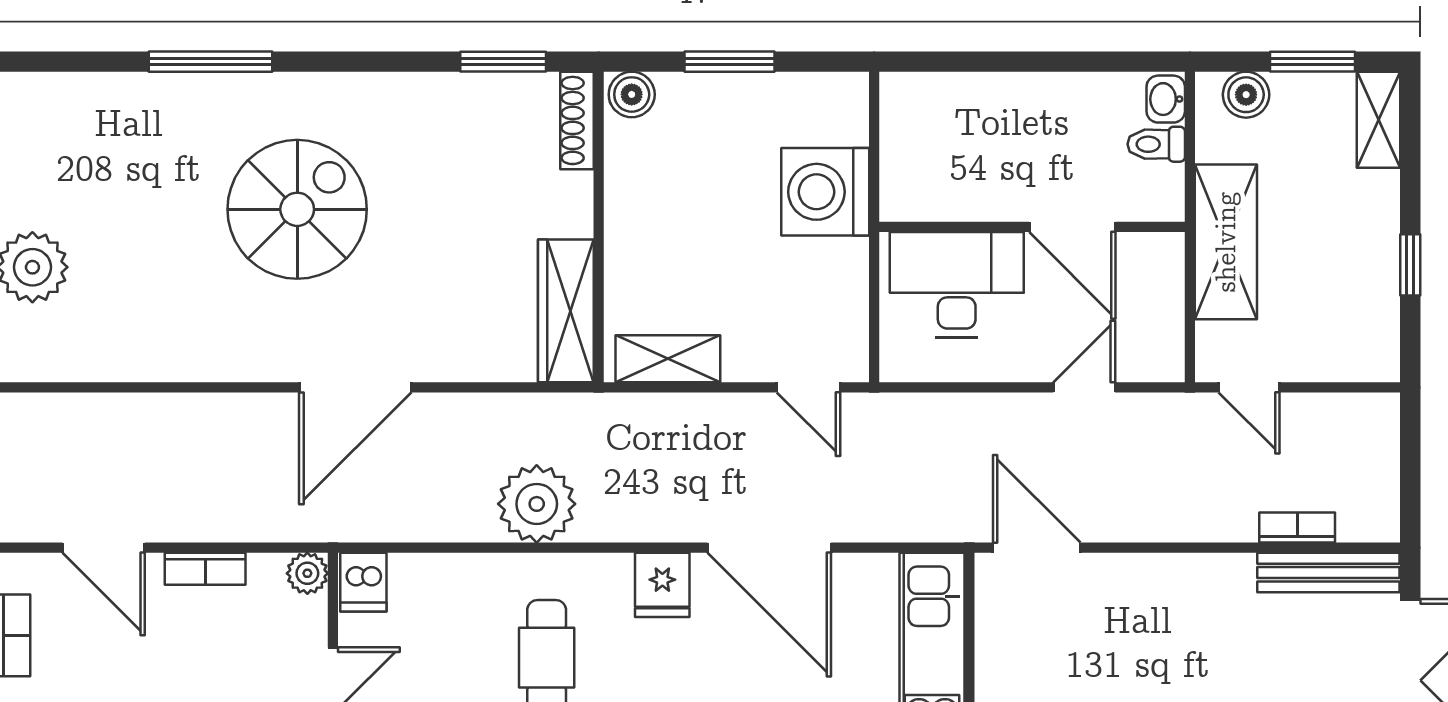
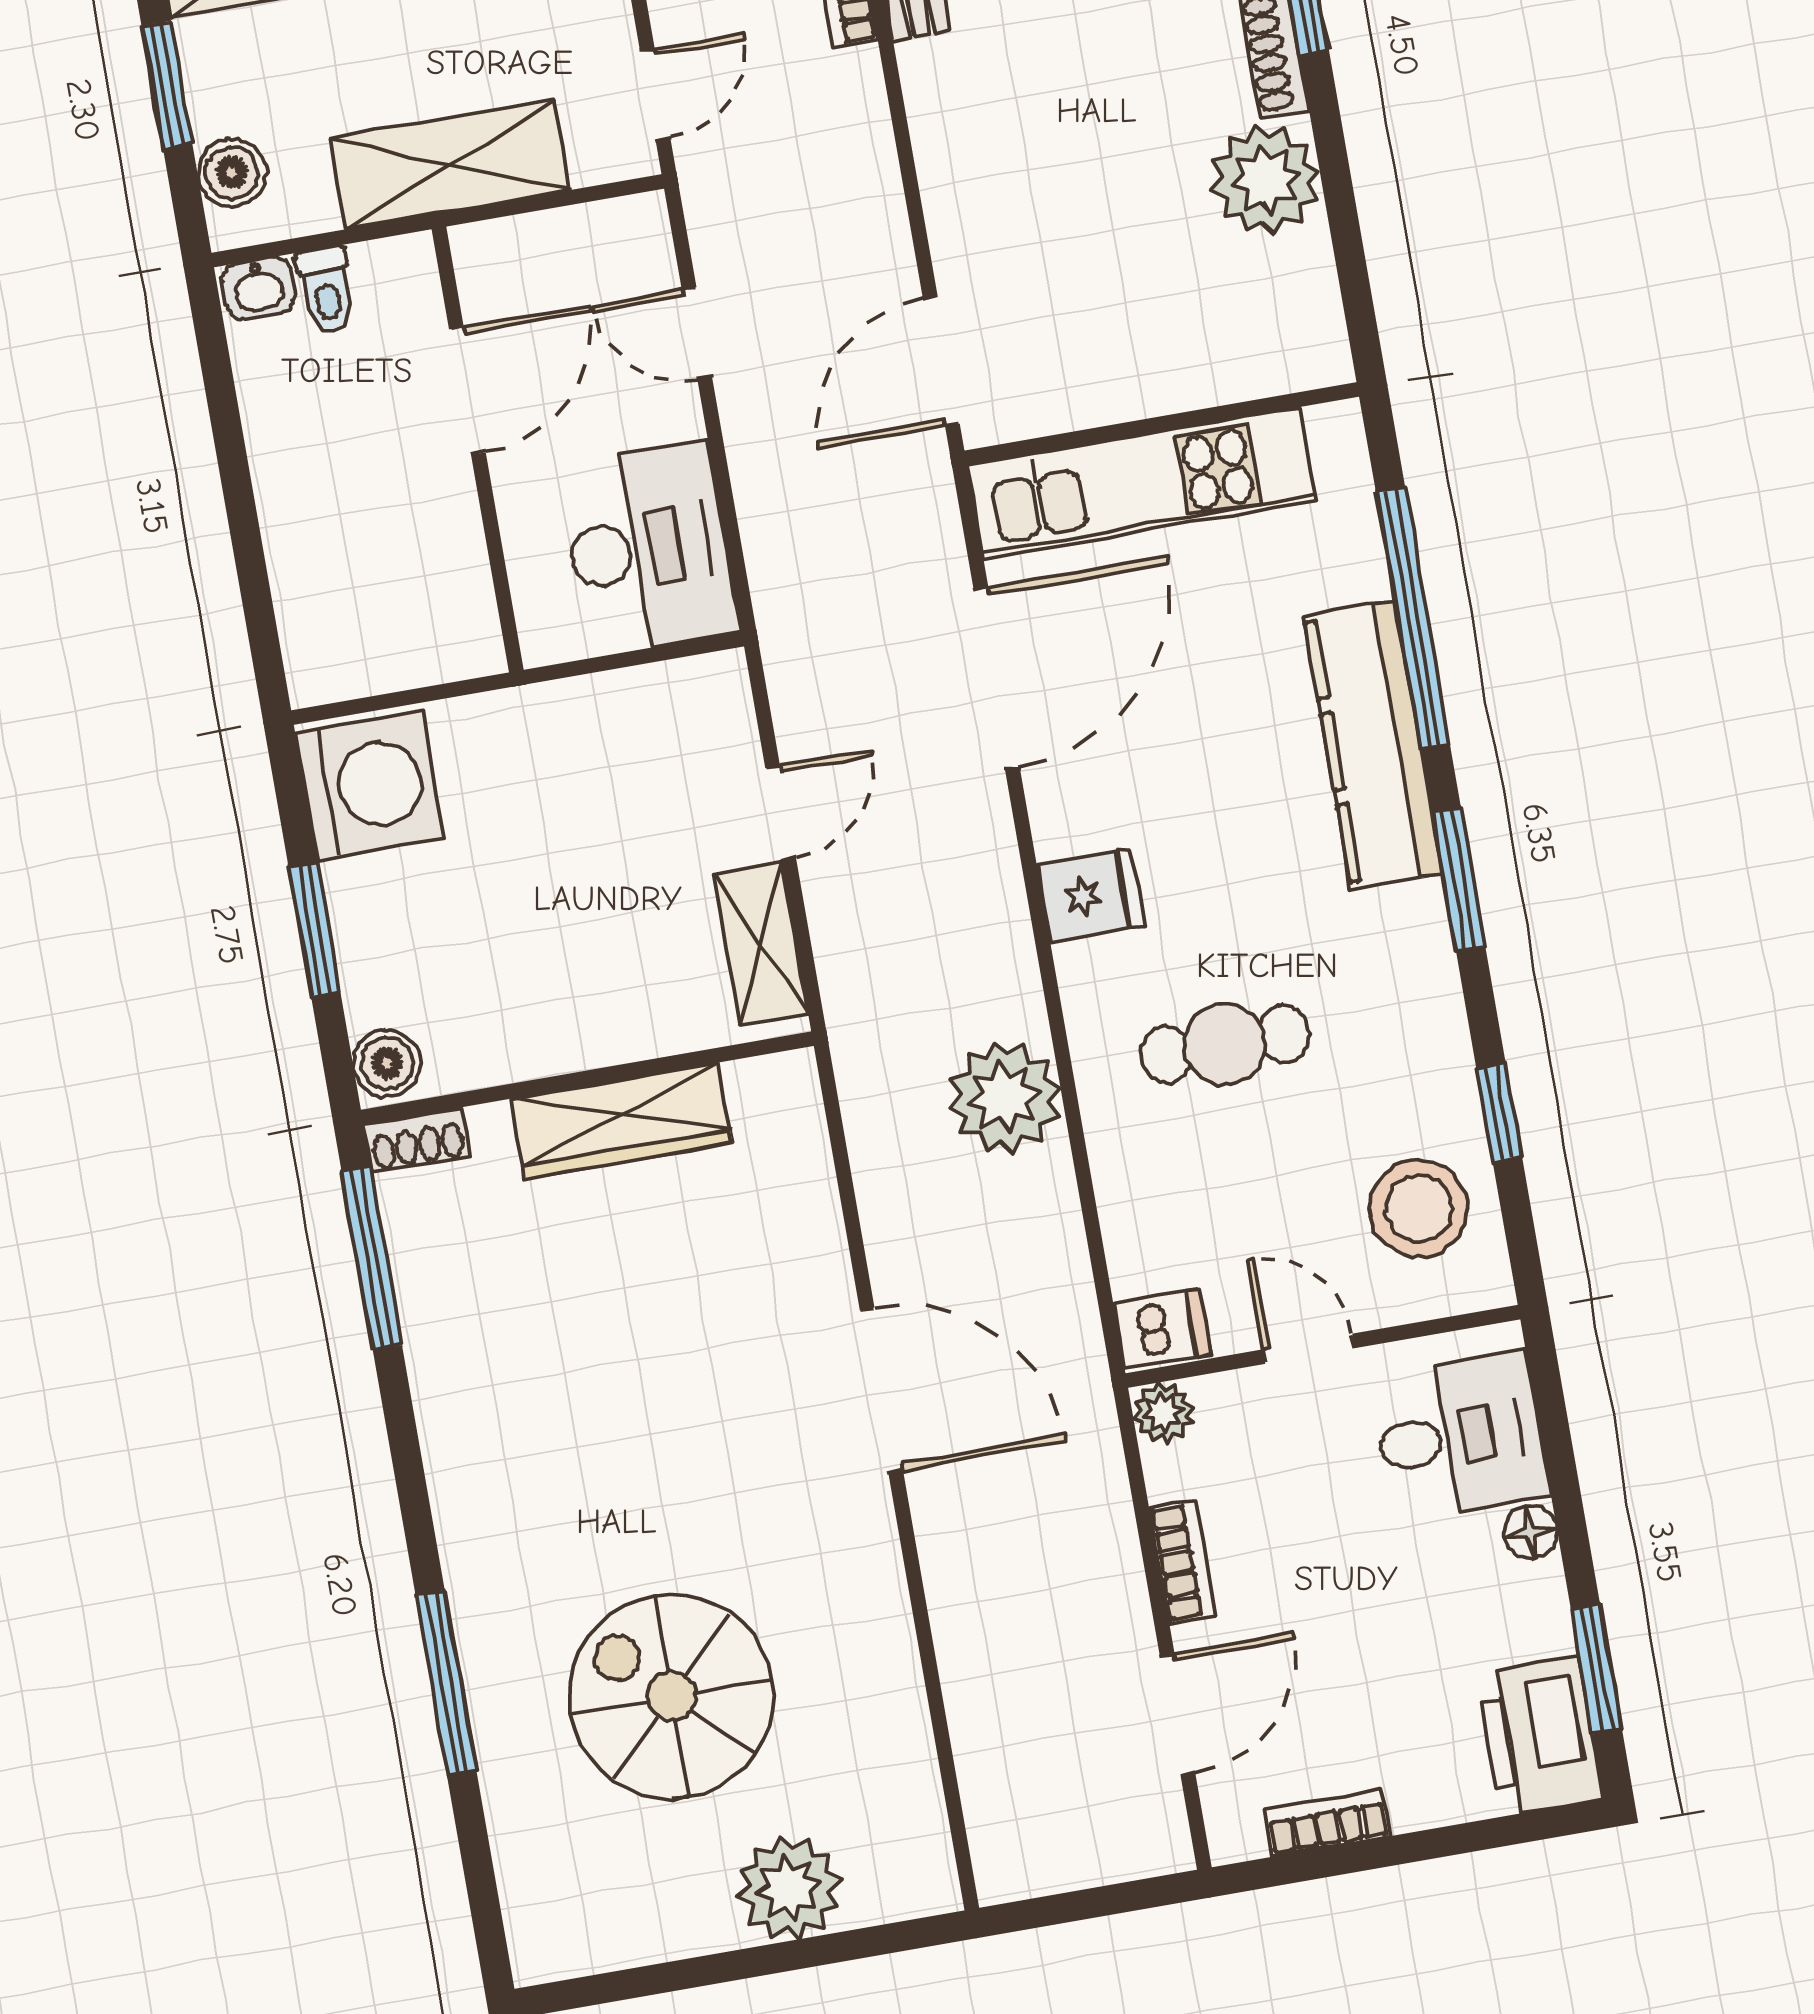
window: (503, 62) -> (372, 1258), width x1.44
shoe rack: (577, 120) -> (417, 1140), width x0.70
washing machine: (825, 192) -> (370, 785), moved, turned -90
spiral stairs: (297, 209) -> (672, 1697), moved
desk: (957, 285) -> (648, 548), moved, turned 180
wardrobe: (566, 311) -> (621, 1121), moved
door: (808, 387) -> (781, 813), moved
door: (769, 548) -> (997, 679), moved

